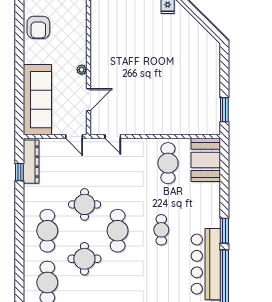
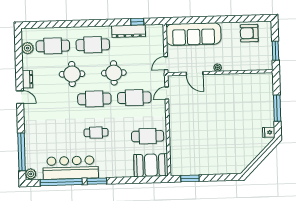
dresser: (31, 162) -> (129, 31), moved
cafe table: (118, 179) -> (134, 98), added

